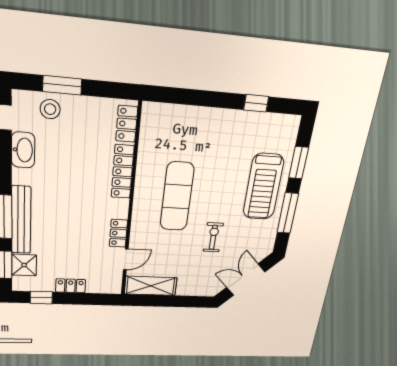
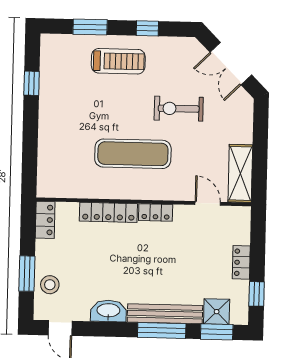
locker: (127, 124) -> (45, 220), moved, turned -90
washbasin: (23, 150) -> (108, 311), moved
treadmill: (263, 187) -> (118, 61), width x0.73, depth x0.73
window: (288, 213) -> (147, 28), width x0.46
locker: (118, 233) -> (156, 213), moved
exercise bike: (213, 237) -> (179, 109), width x1.38, depth x1.39

